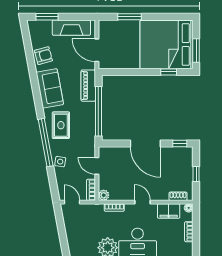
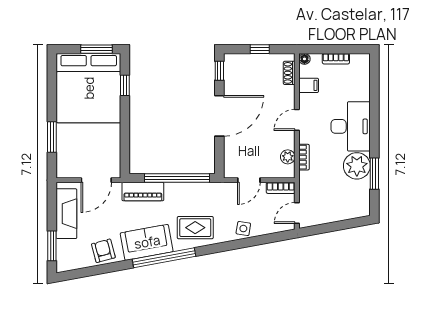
window: (46, 143) -> (164, 258), moved
plant: (104, 195) -> (288, 157), moved
filing cabinet: (169, 211) -> (309, 85), width x0.50

